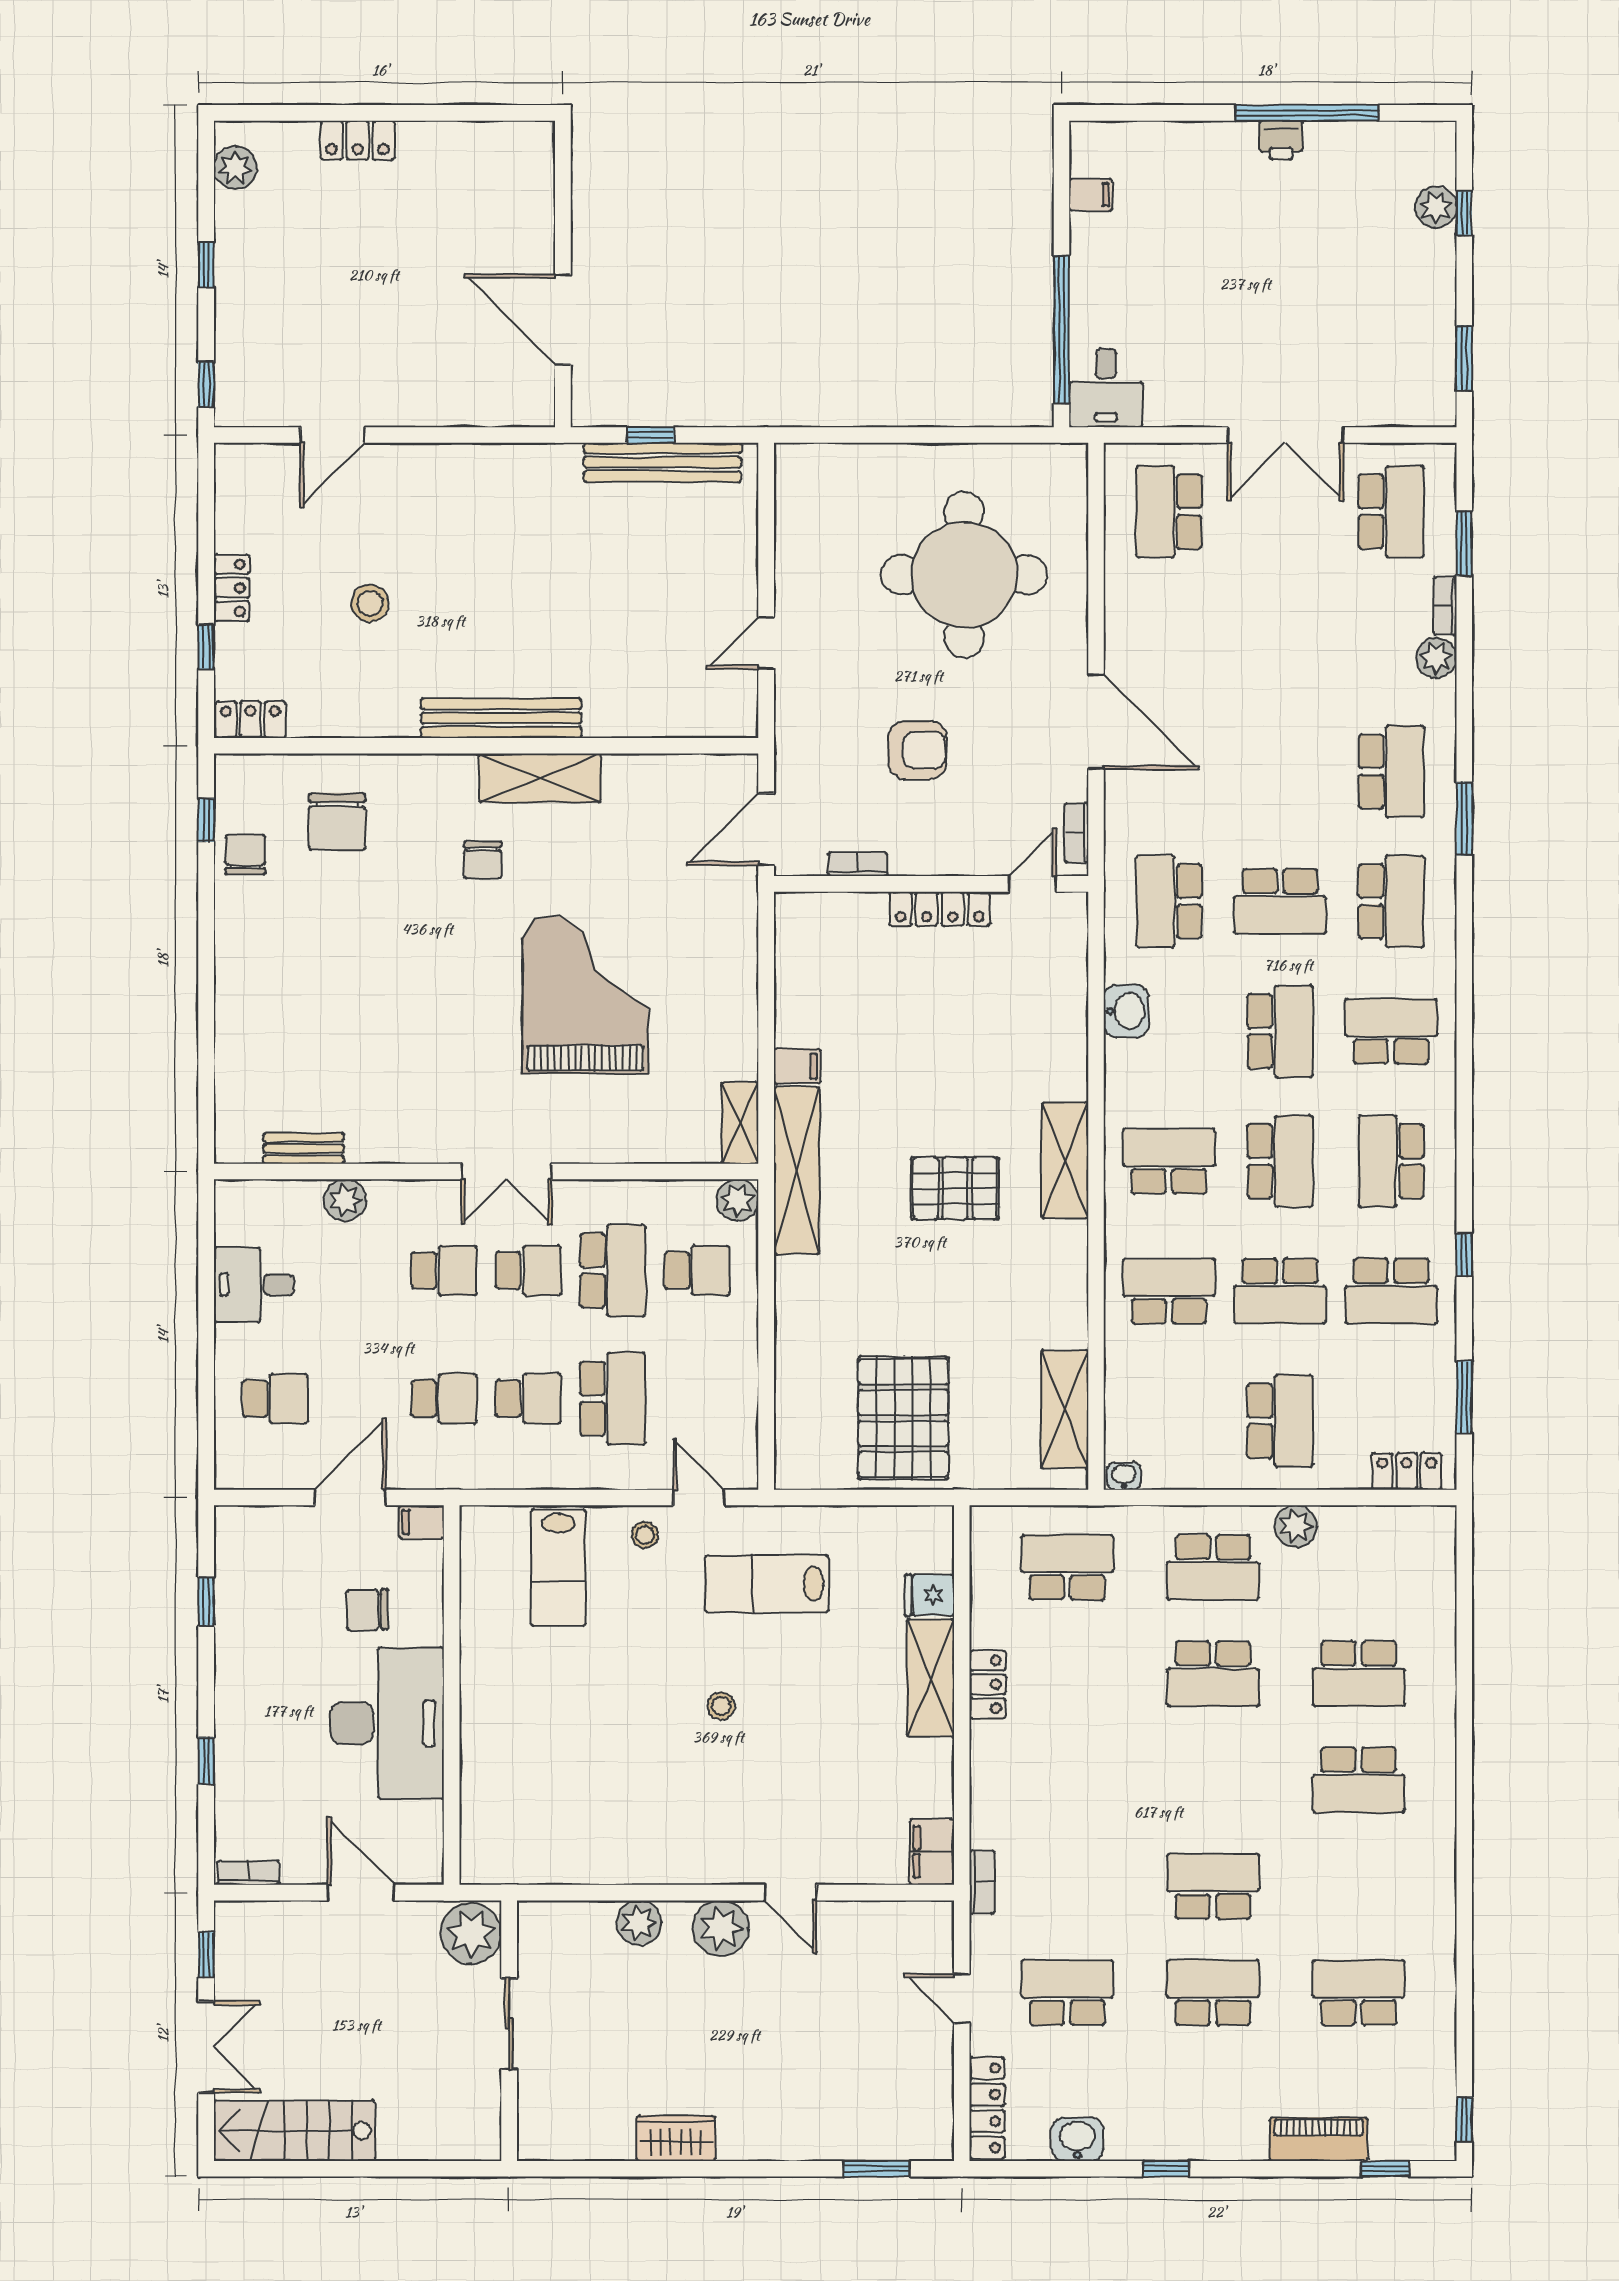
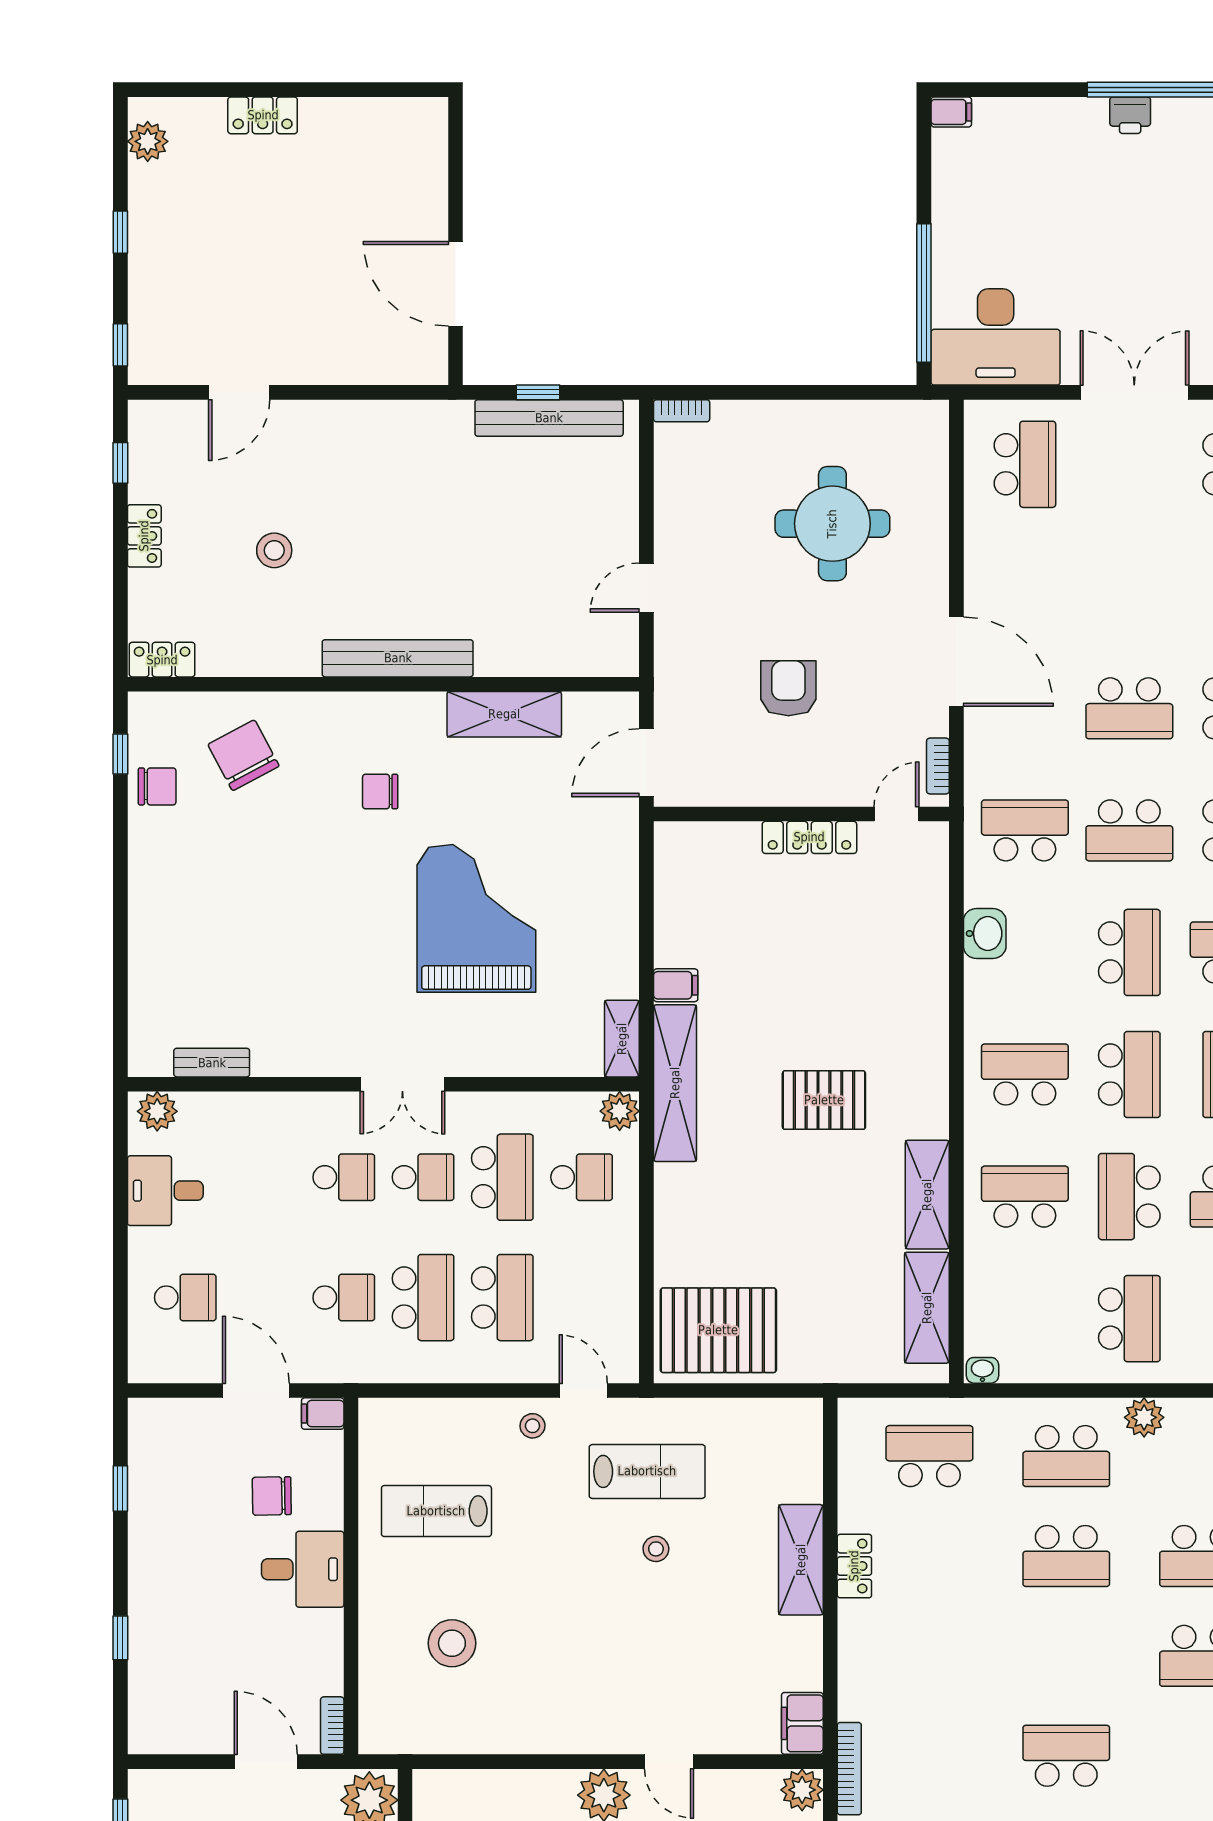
filing cabinet: (1091, 195) -> (951, 112), moved
desk: (1106, 388) -> (996, 337), width x1.87, depth x1.30
double door: (1286, 435) -> (1134, 392), swing flipped
school desk: (1169, 512) -> (1025, 464), turned 180
round table: (964, 575) -> (832, 524), width x0.73, depth x0.73
window: (206, 647) -> (120, 463), moved
armchair: (917, 750) -> (788, 688), turned -90
school desk: (1280, 771) -> (1129, 708), added
shelving: (540, 778) -> (504, 714), moved
chair: (337, 821) -> (244, 755), turned 152
chair: (245, 855) -> (157, 786), turned 90
chair: (483, 860) -> (380, 792), turned 90
bookcase: (858, 864) -> (682, 411), moved, turned 180
school desk: (1169, 901) -> (1025, 830), turned 90
shelving: (1065, 1160) -> (927, 1195), moved
plant: (345, 1200) -> (157, 1111), moved
school desk: (1280, 1291) -> (1129, 1197), turned 90
school desk: (528, 1399) -> (423, 1298), width x1.85
pallet: (903, 1418) -> (718, 1330), moved, turned 90
door: (350, 1498) -> (256, 1391), hinge flipped
lab bench: (558, 1568) -> (436, 1511), moved, turned 90
lab bench: (767, 1584) -> (647, 1471), turned 180
fridge: (929, 1595) -> (800, 1482), removed
stool: (721, 1706) -> (656, 1549), moved
desk: (387, 1723) -> (303, 1569), width x0.53, depth x0.77
stool: (559, 1767) -> (452, 1643), added
bookcase: (248, 1873) -> (332, 1726), moved, turned -90
bookcase: (982, 1882) -> (849, 1769), width x1.56
plant: (639, 1923) -> (802, 1790), moved

